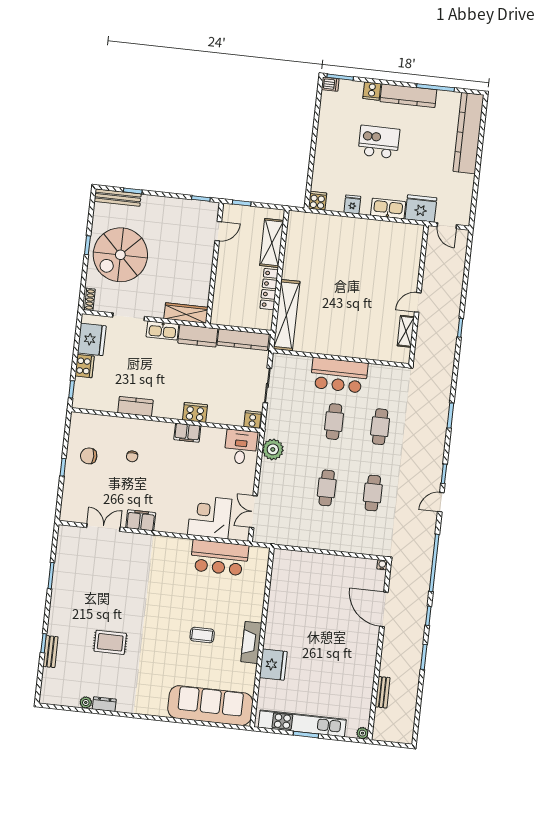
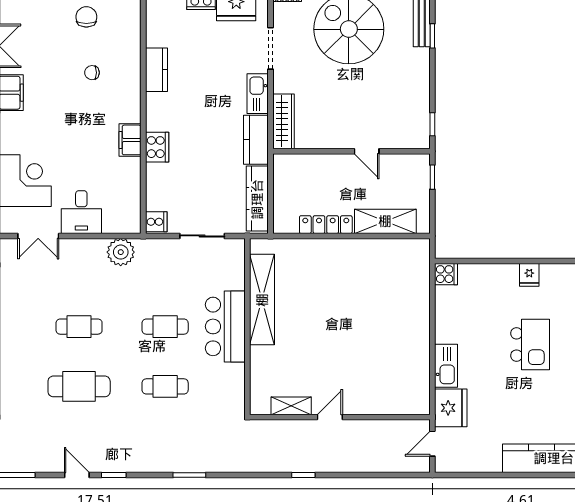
fridge: (352, 204) -> (529, 275), moved, turned 90
door: (218, 231) -> (367, 151), moved
door: (418, 302) -> (330, 417), hinge flipped
shelving: (287, 315) -> (262, 300), moved, turned 90
desk: (241, 447) -> (81, 212), moved, turned 90
cafe table: (373, 493) -> (79, 386), width x1.37, depth x1.35
double door: (253, 512) -> (38, 236), swing flipped

